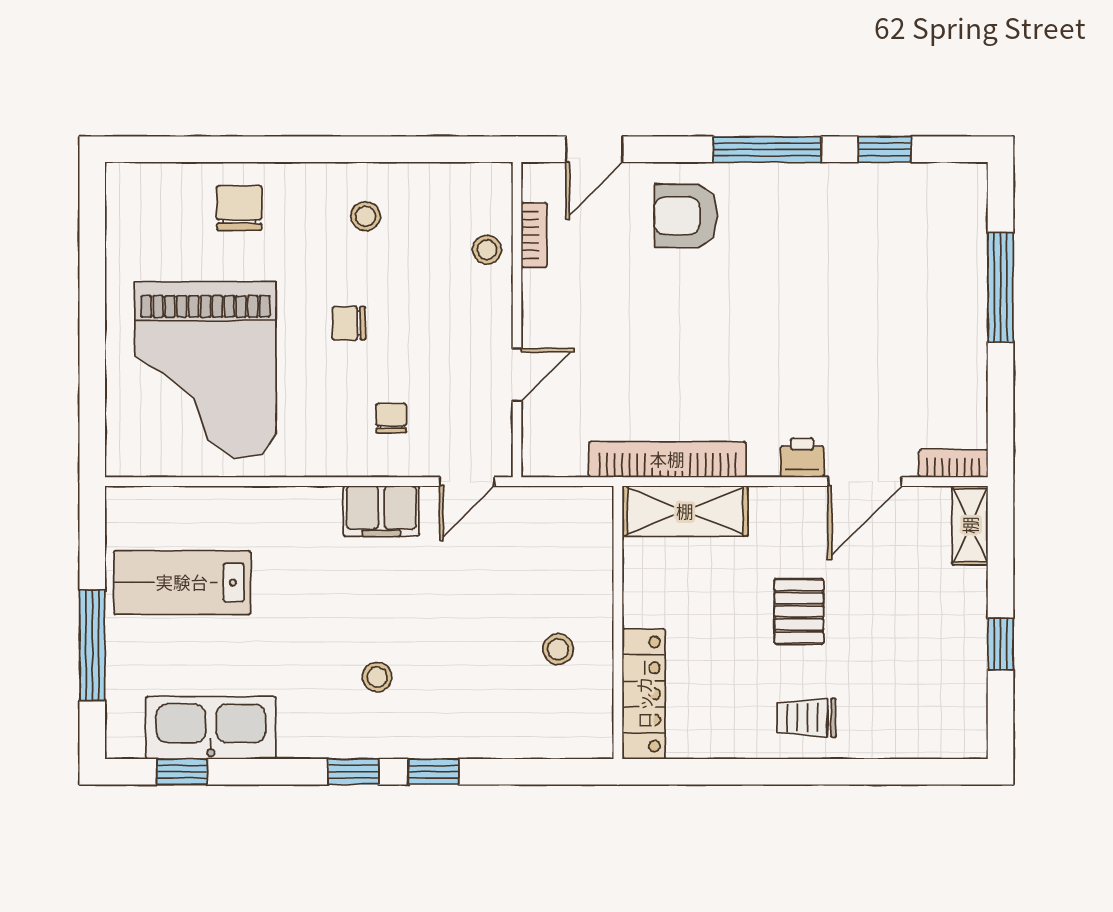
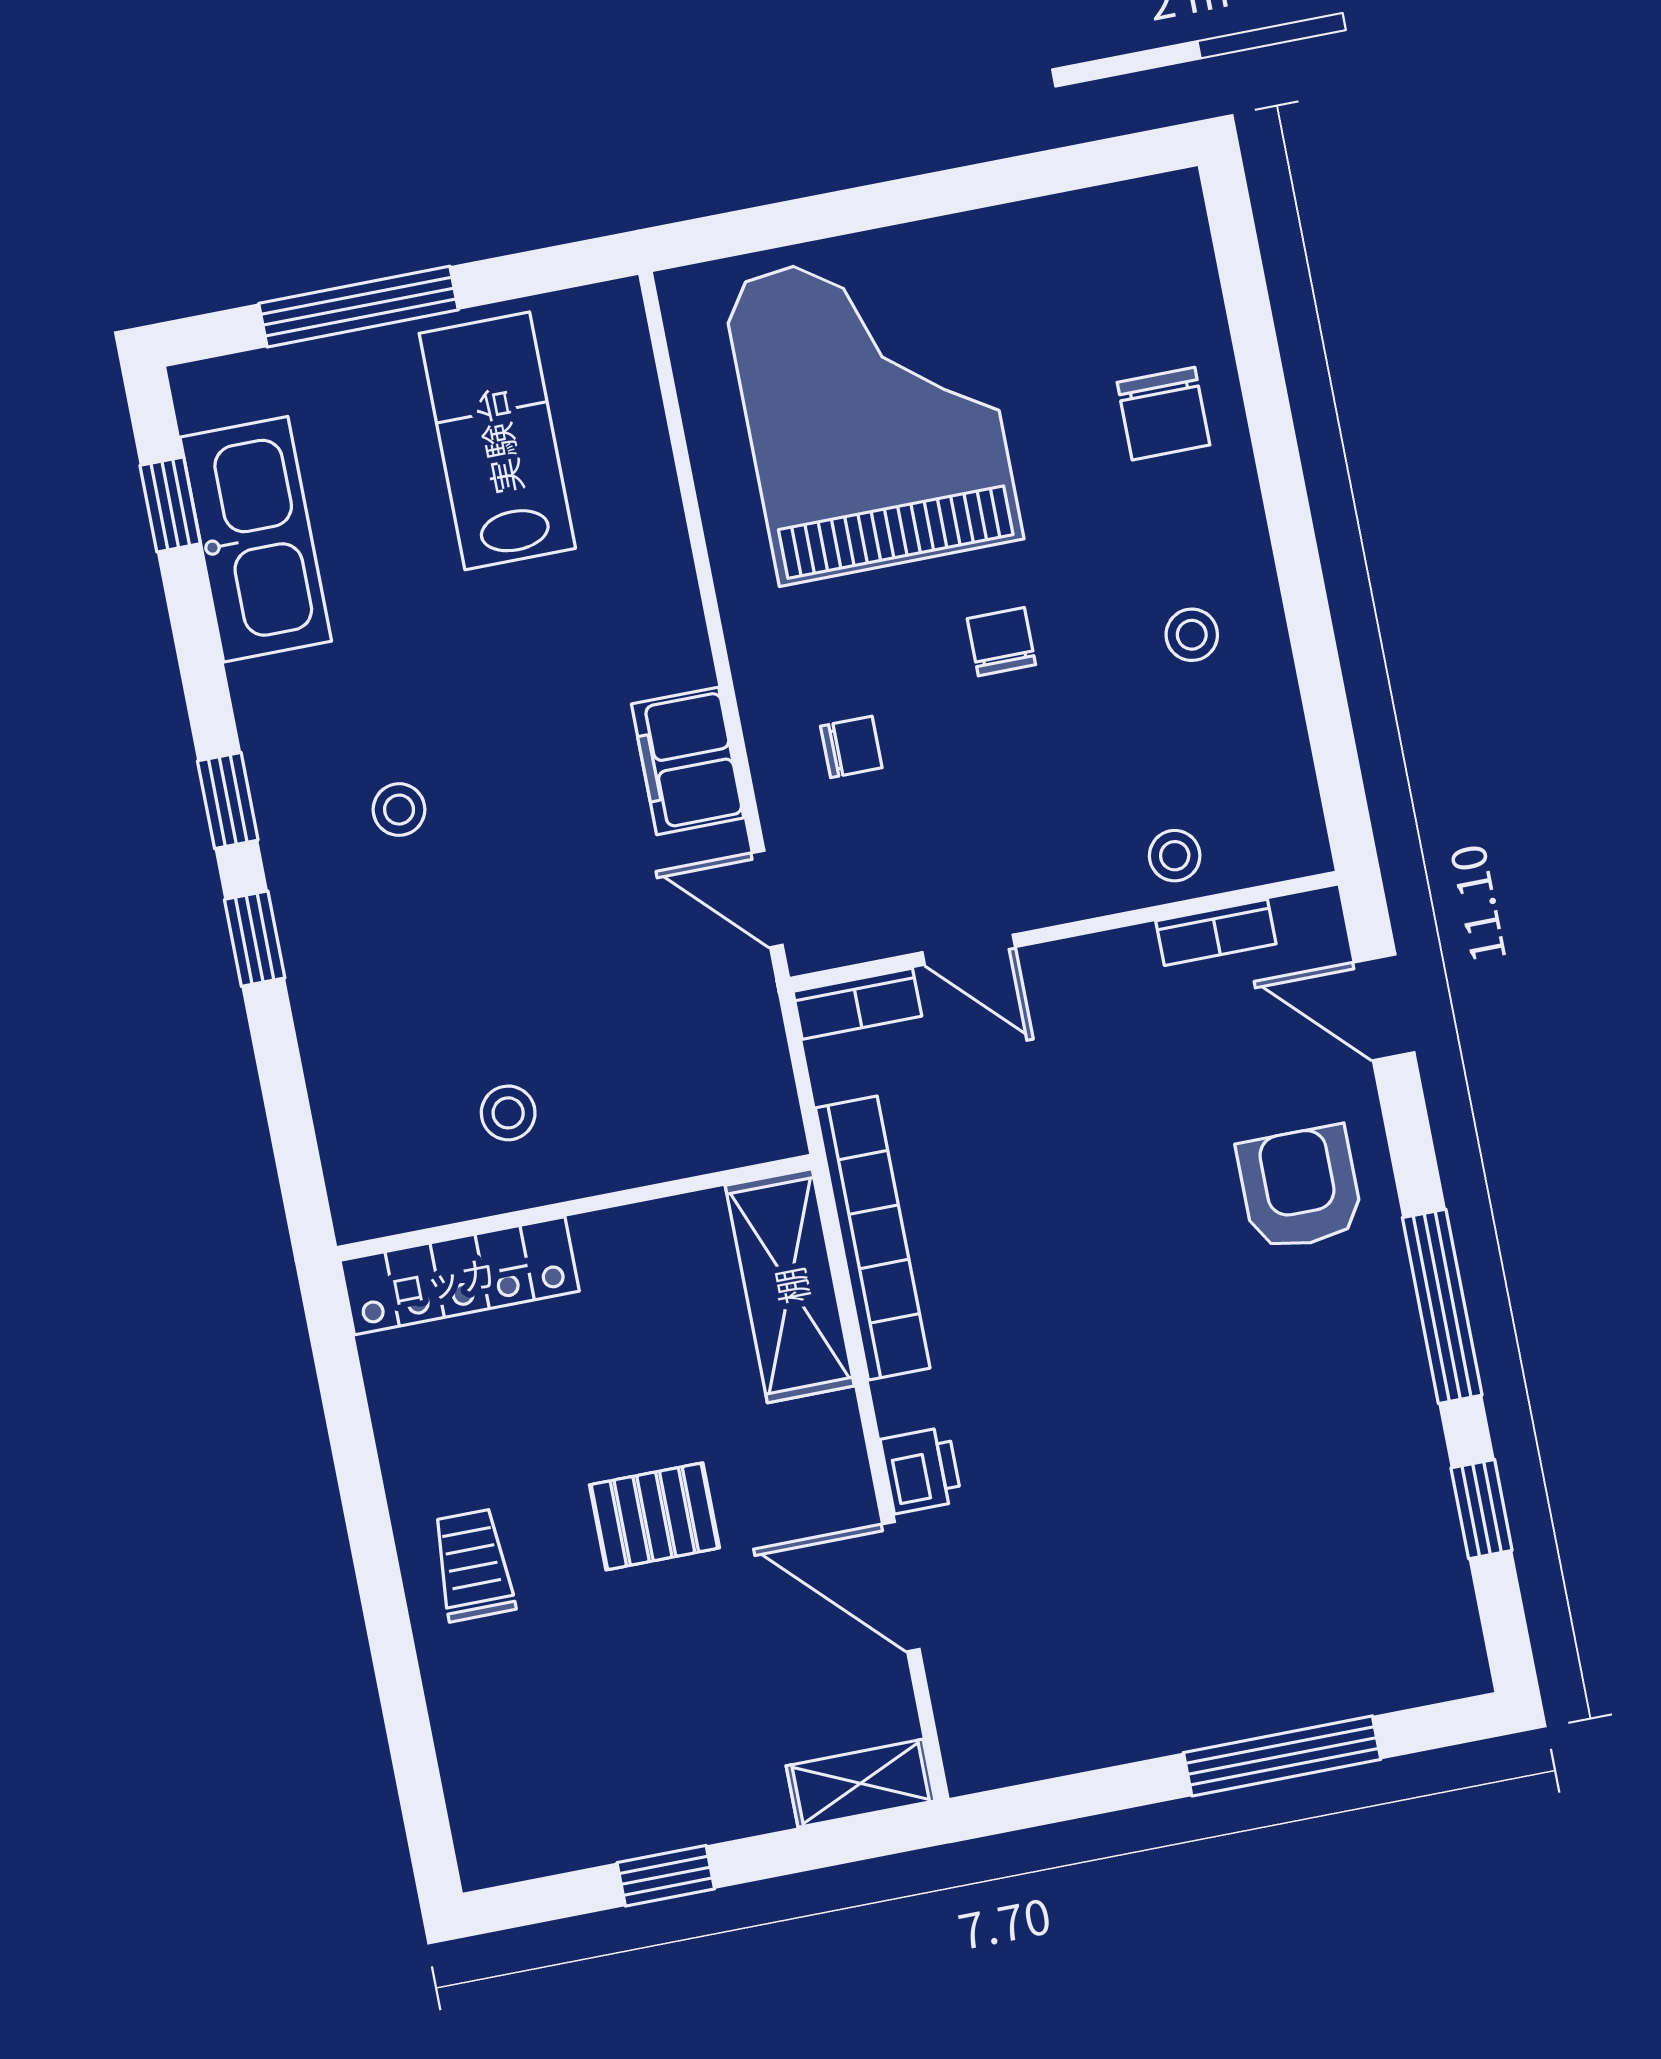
chair: (239, 208) -> (1164, 414), turned 90
grand piano: (205, 370) -> (872, 410), turned 90
bookcase: (953, 463) -> (857, 1004), moved, turned 90

